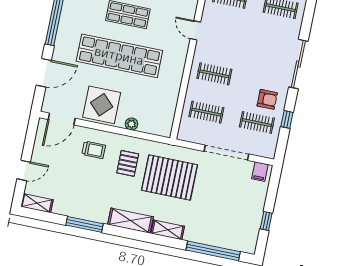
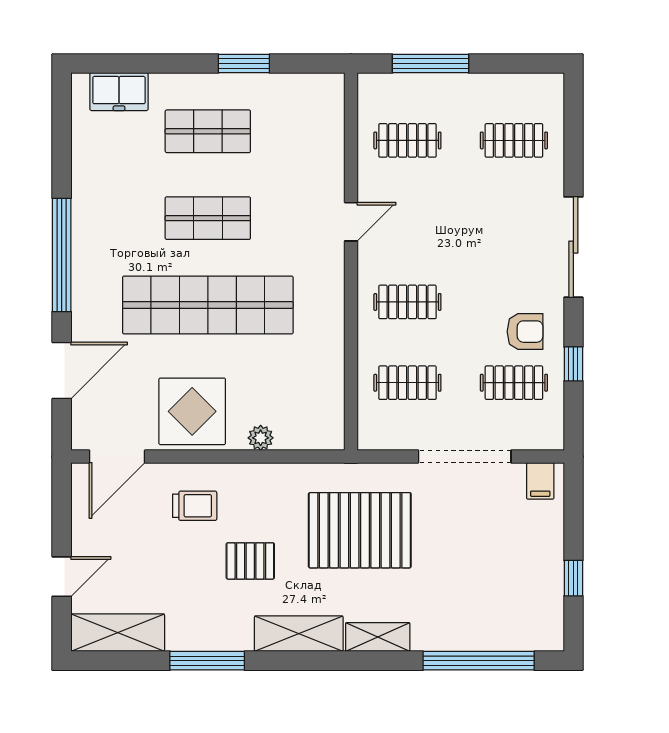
door: (195, 30) -> (351, 222), swing flipped
pallet: (128, 163) -> (250, 561), moved, turned 90
shelving: (37, 203) -> (118, 633), width x1.50, depth x1.33

